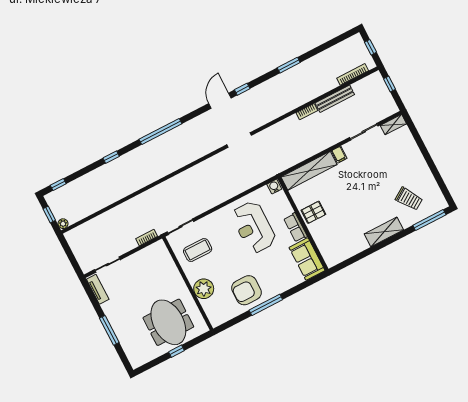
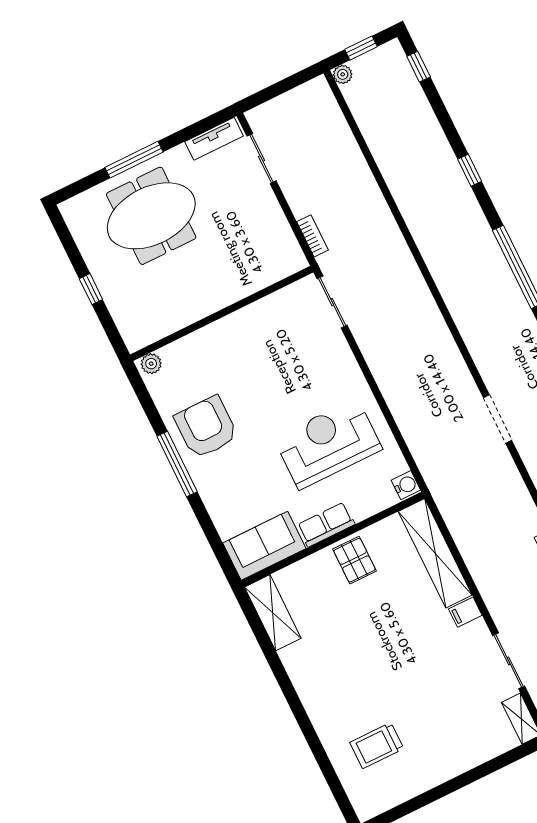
trolley: (409, 199) -> (377, 746), turned 33
window: (429, 220) -> (335, 785), removed
shelving: (384, 232) -> (273, 613), moved
coffee table: (198, 250) -> (286, 334), removed
plant: (204, 289) -> (151, 364), moved, width x0.53, depth x0.53
meeting table: (168, 322) -> (151, 216), moved

